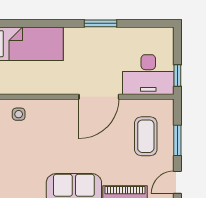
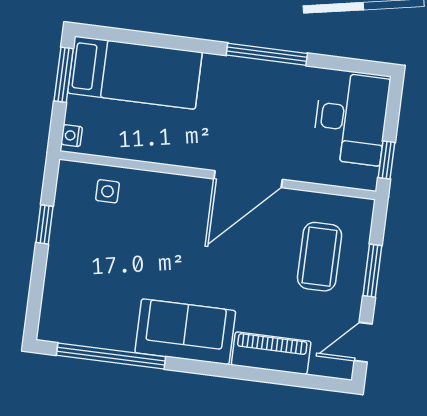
window: (100, 23) -> (267, 54), width x1.44
desk: (148, 75) -> (351, 118), moved, turned -90

